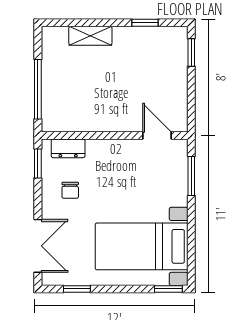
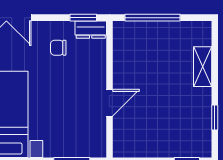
door: (157, 135) -> (109, 103), moved
dresser: (68, 148) -> (91, 30), moved, turned -90

